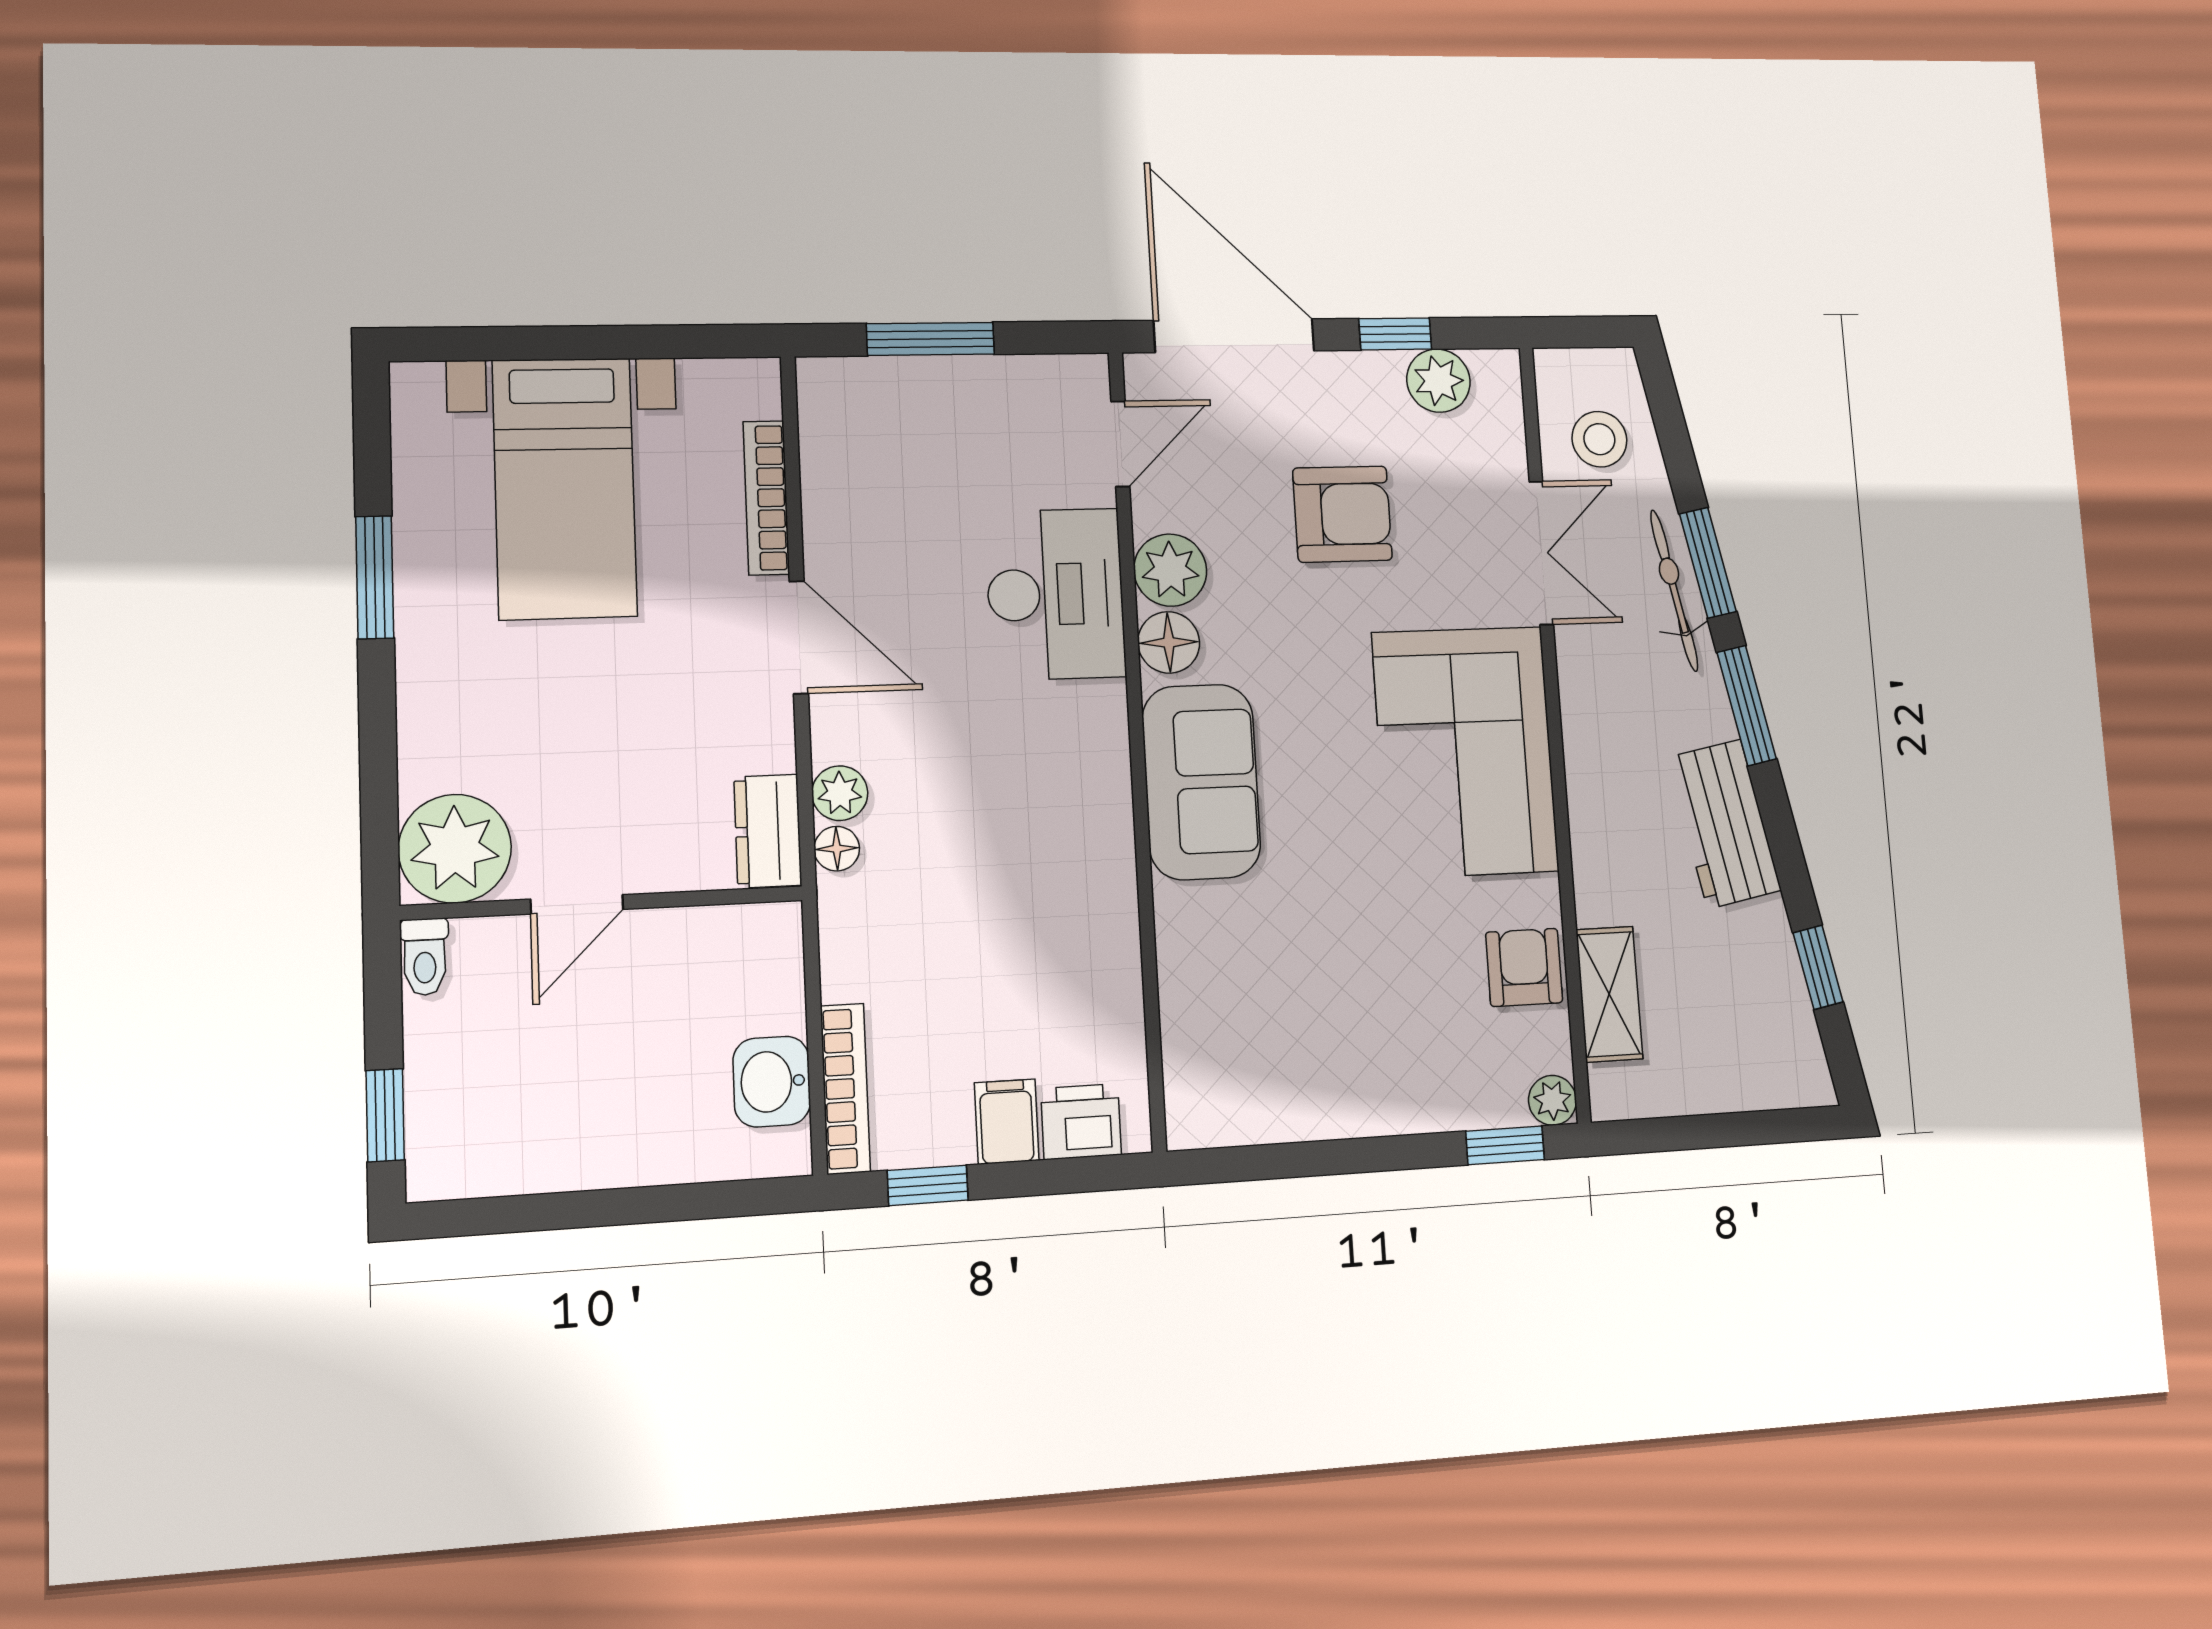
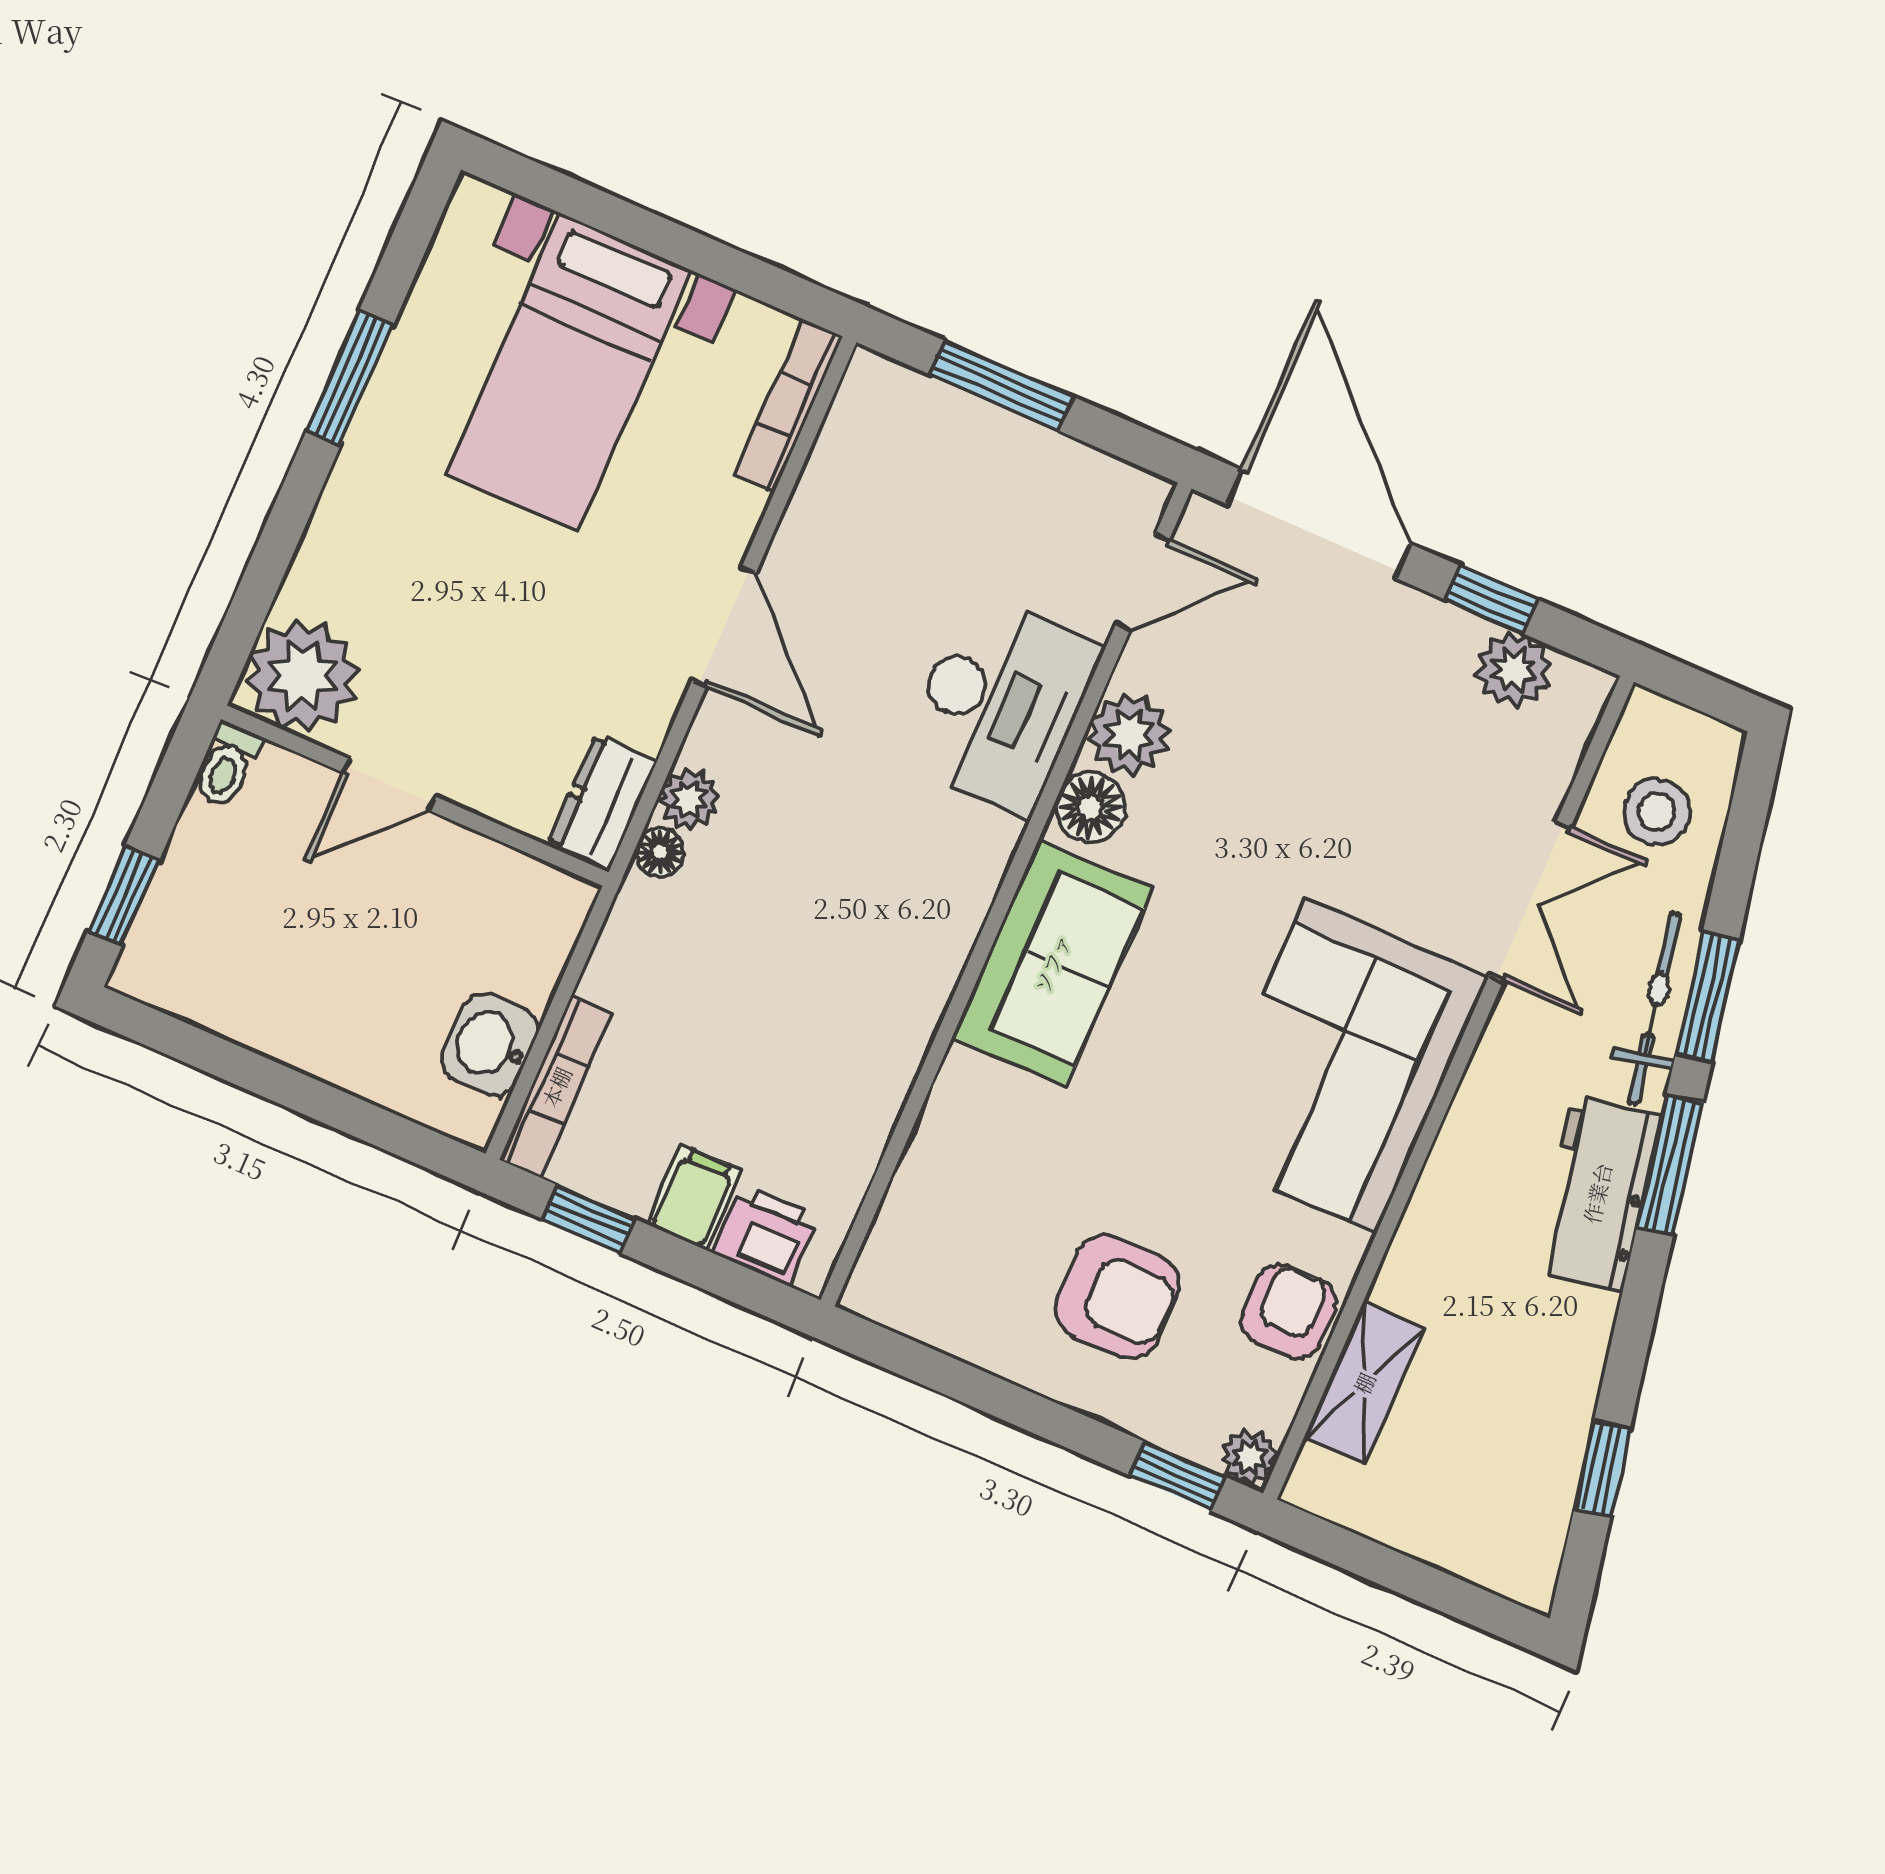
bookcase: (766, 498) -> (789, 406), moved
armchair: (1342, 514) -> (1117, 1296), moved
workbench: (1724, 824) -> (1597, 1193), moved

